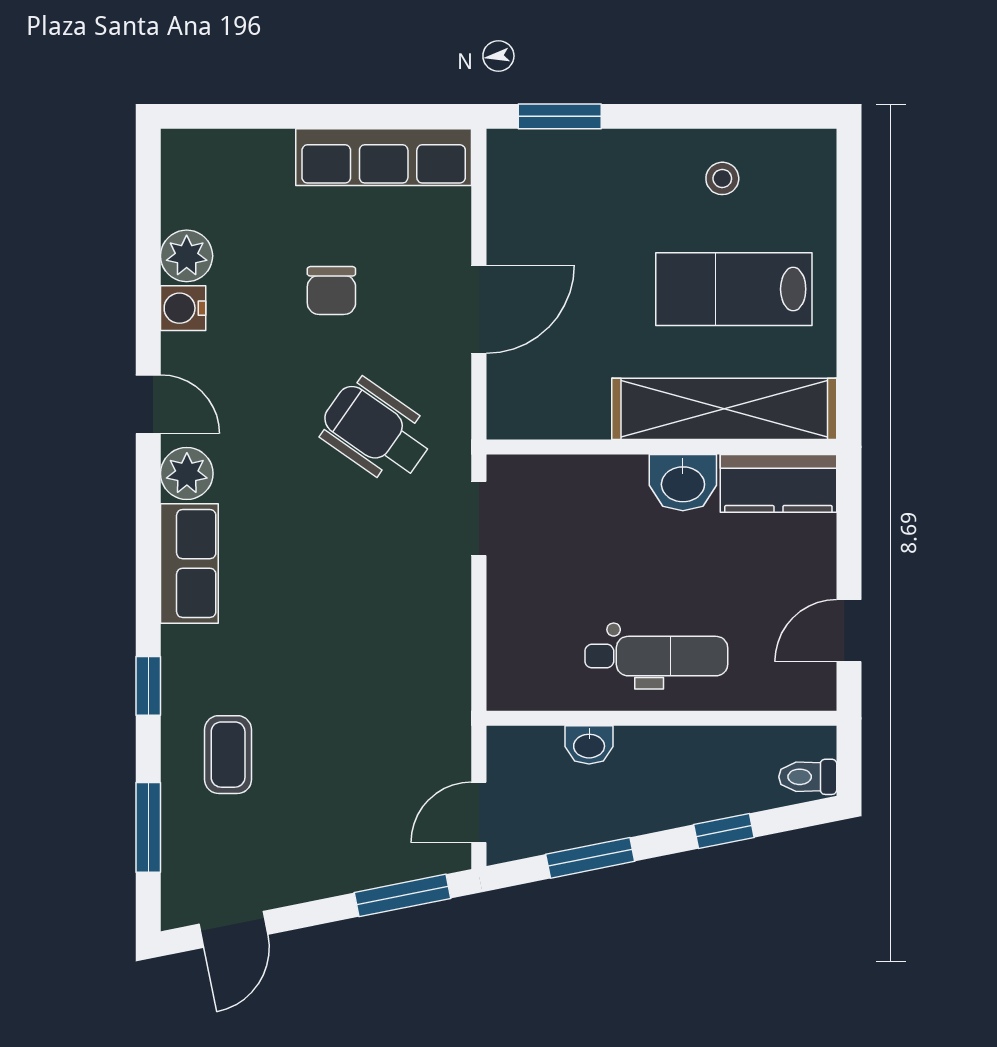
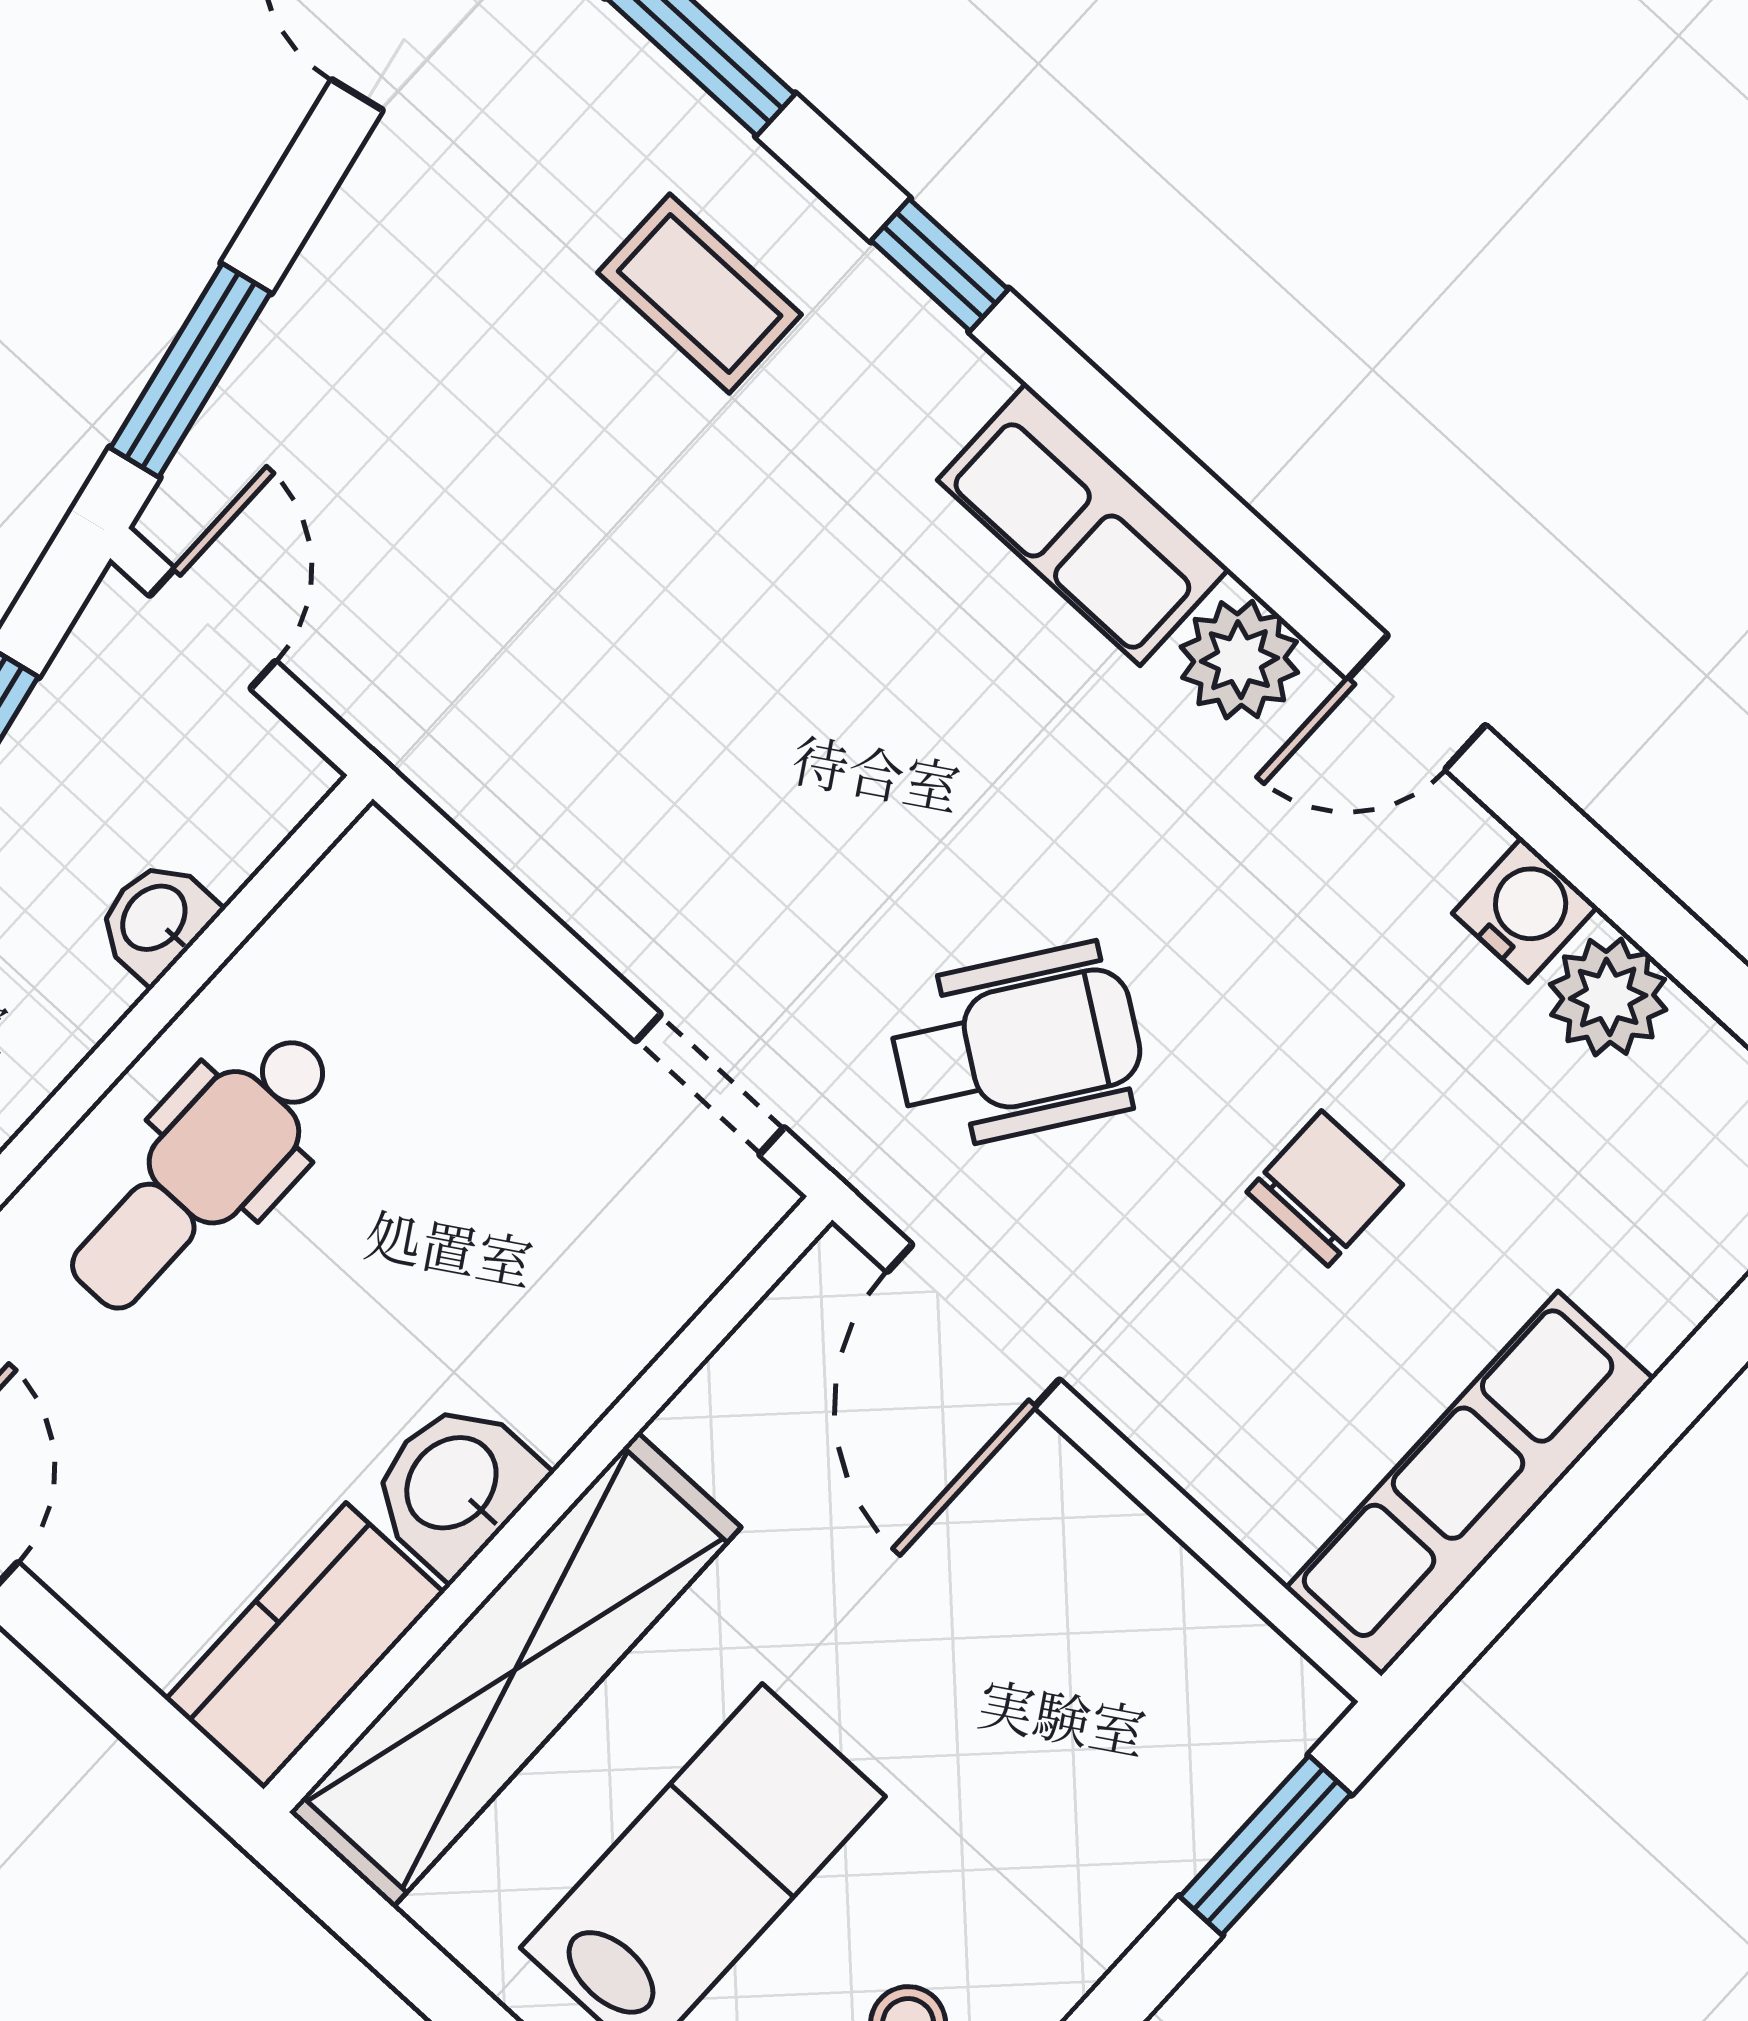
chair: (331, 291) -> (1325, 1188), turned 90
door: (479, 309) -> (973, 1326), moved

